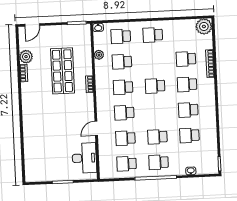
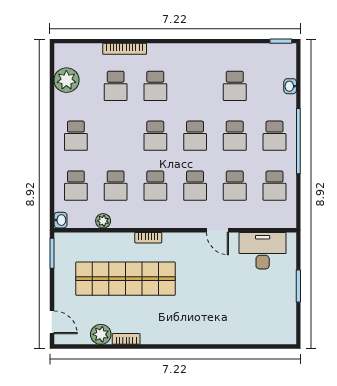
plant: (204, 26) -> (66, 80), moved
shop shelf: (63, 71) -> (126, 279), width x1.40
school desk: (188, 110) -> (195, 136), moved

